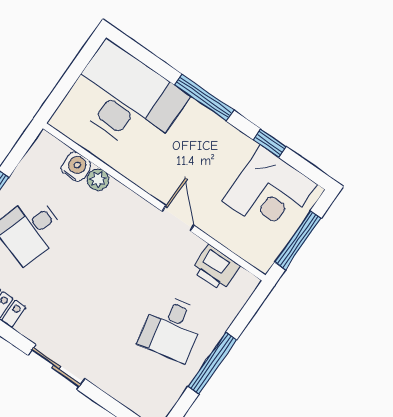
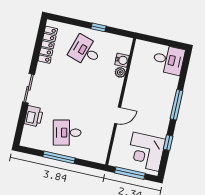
desk: (126, 98) -> (169, 60), width x0.53, depth x0.77
printer: (216, 268) -> (34, 116), moved, turned 180

